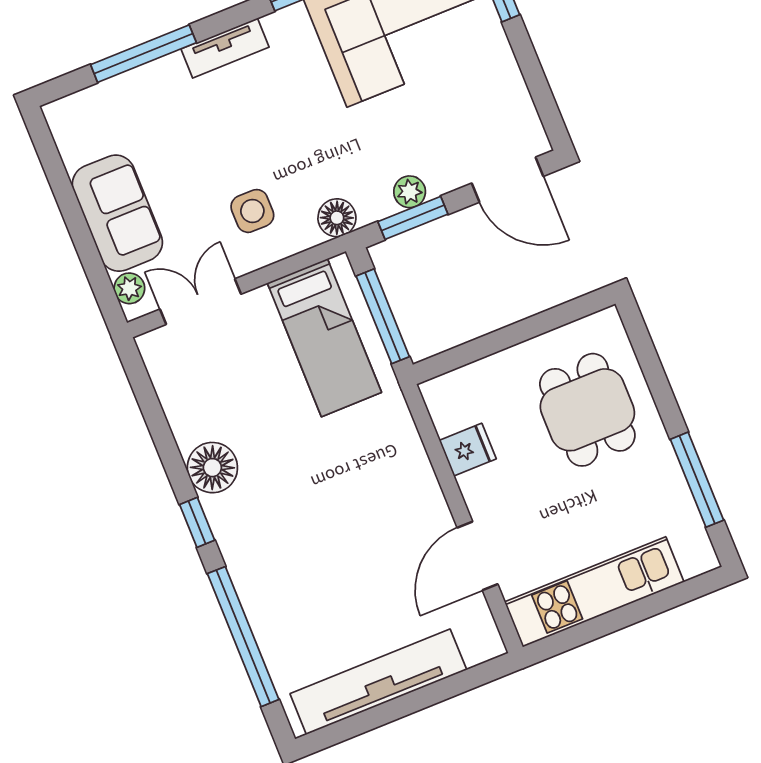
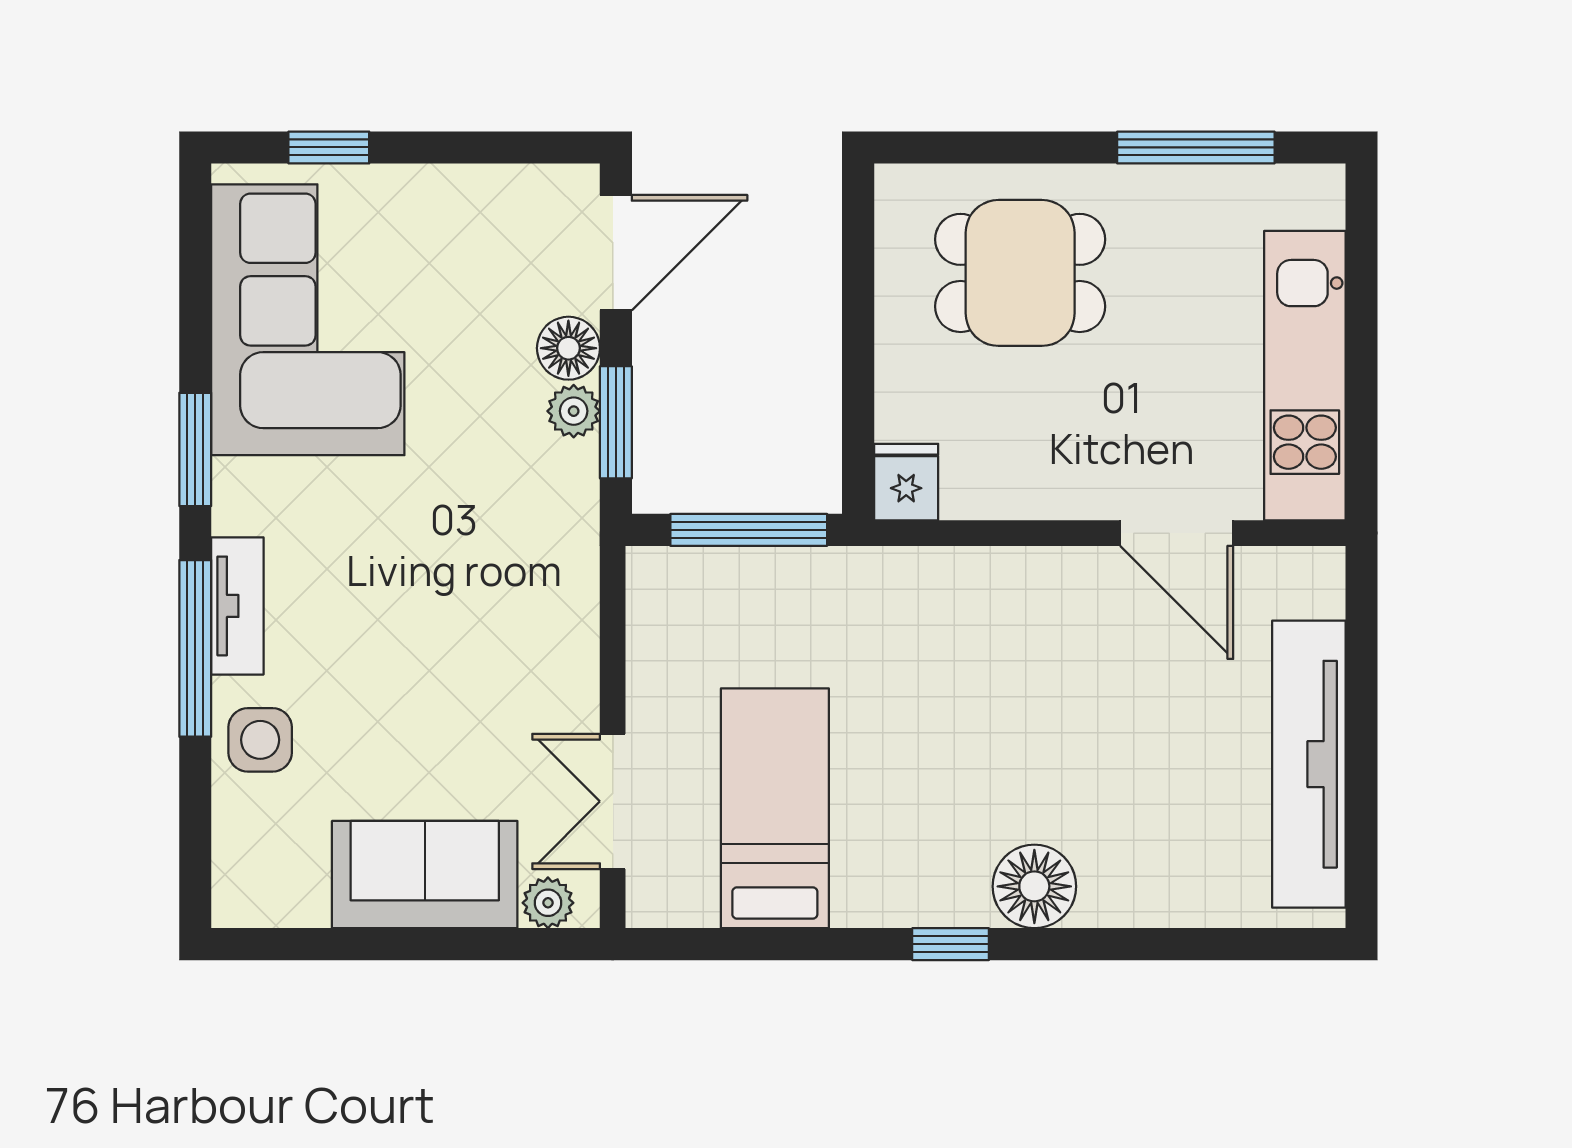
window: (143, 54) -> (195, 648), moved
side table: (252, 211) -> (260, 740), moved
floor lamp: (337, 218) -> (568, 348), moved
bed: (324, 338) -> (775, 808), moved, turned -90
fridge: (468, 450) -> (906, 482), moved
floor lamp: (212, 468) -> (1034, 886), moved
window: (243, 637) -> (1155, 944), removed

